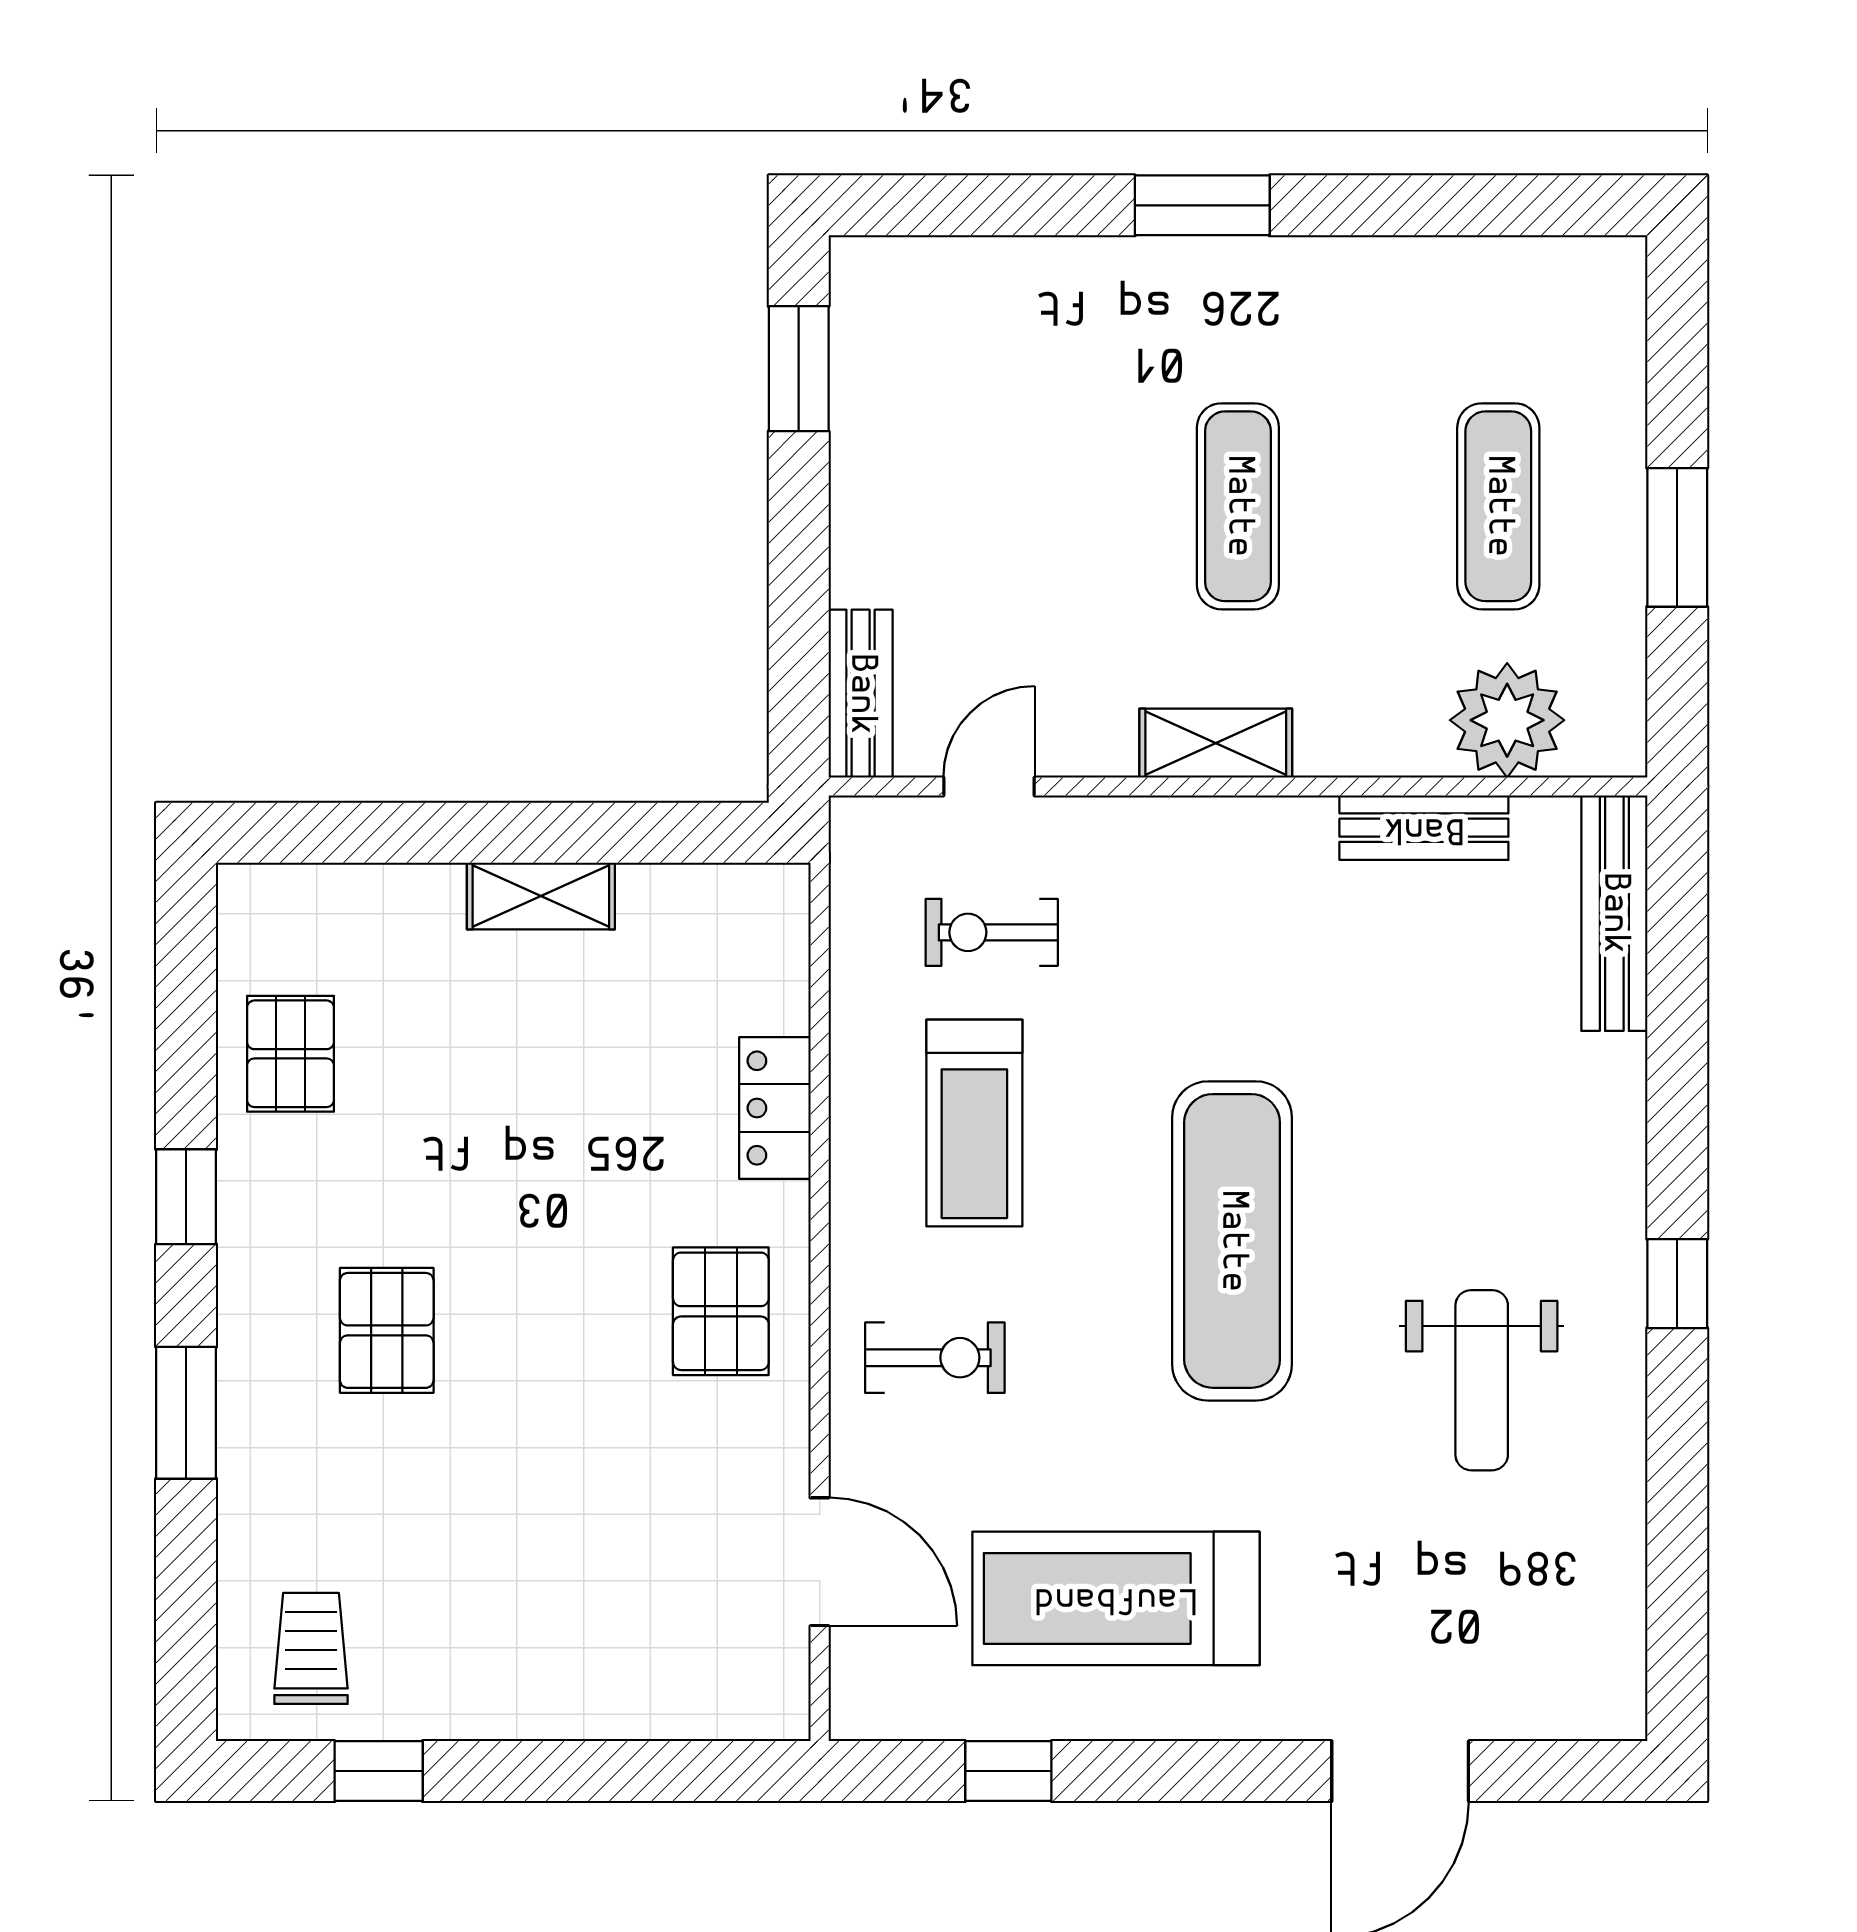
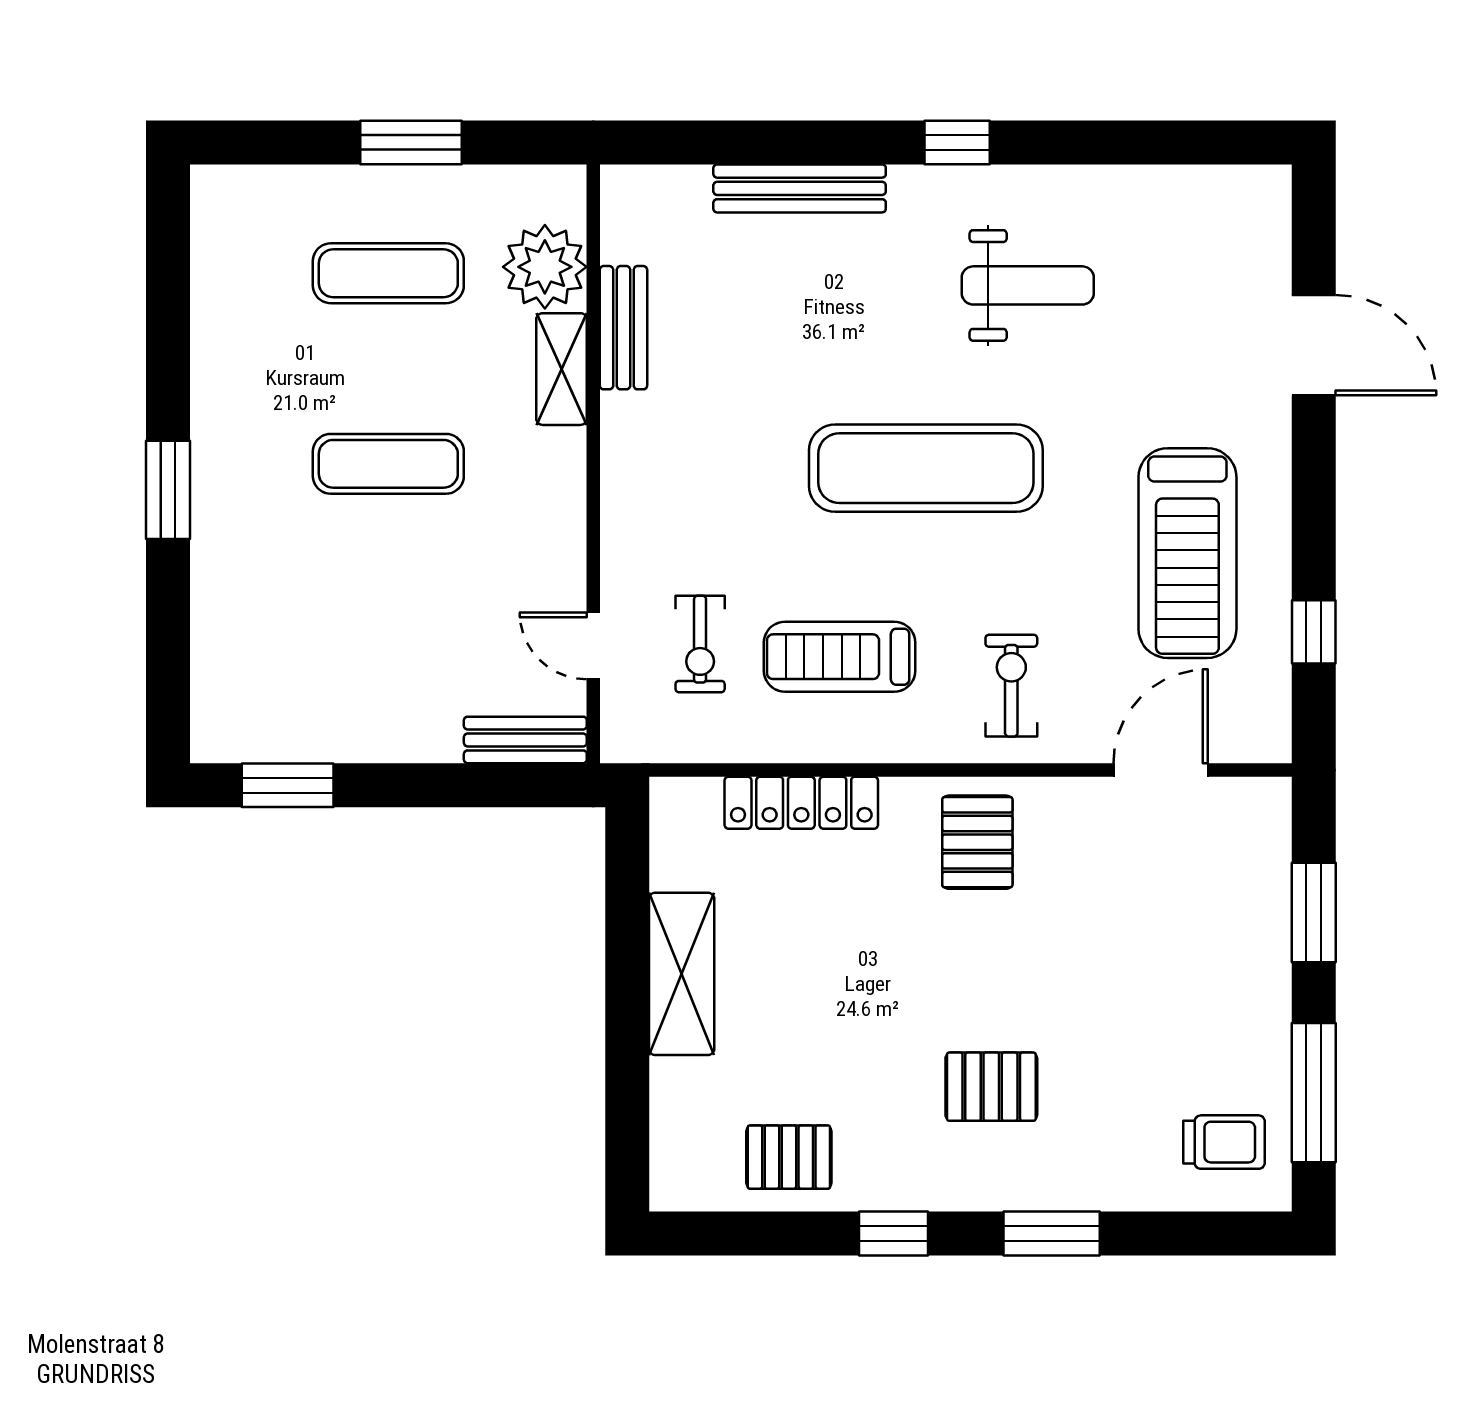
shelving: (1216, 743) -> (562, 369), moved
shelving: (541, 896) -> (682, 974), width x1.50, depth x1.33
bench: (1614, 913) -> (800, 188), moved
locker: (775, 1108) -> (801, 803), width x1.53
treadmill: (974, 1123) -> (840, 657), turned 180
pallet: (721, 1311) -> (977, 842), turned 90
trolley: (311, 1648) -> (1224, 1142), turned 180
window: (379, 1771) -> (1314, 1093), width x2.17
window: (625, 1771) -> (1314, 912), added

